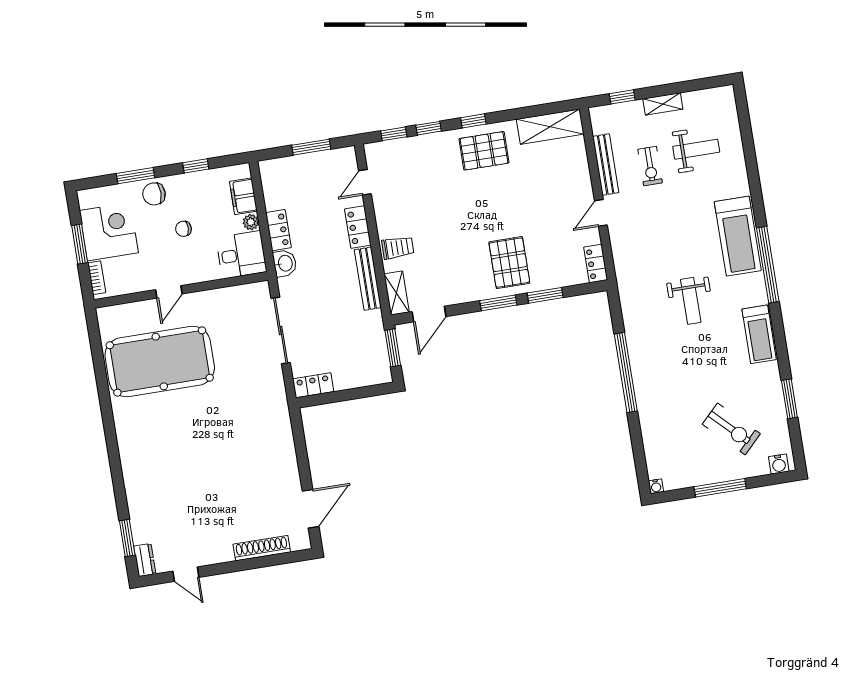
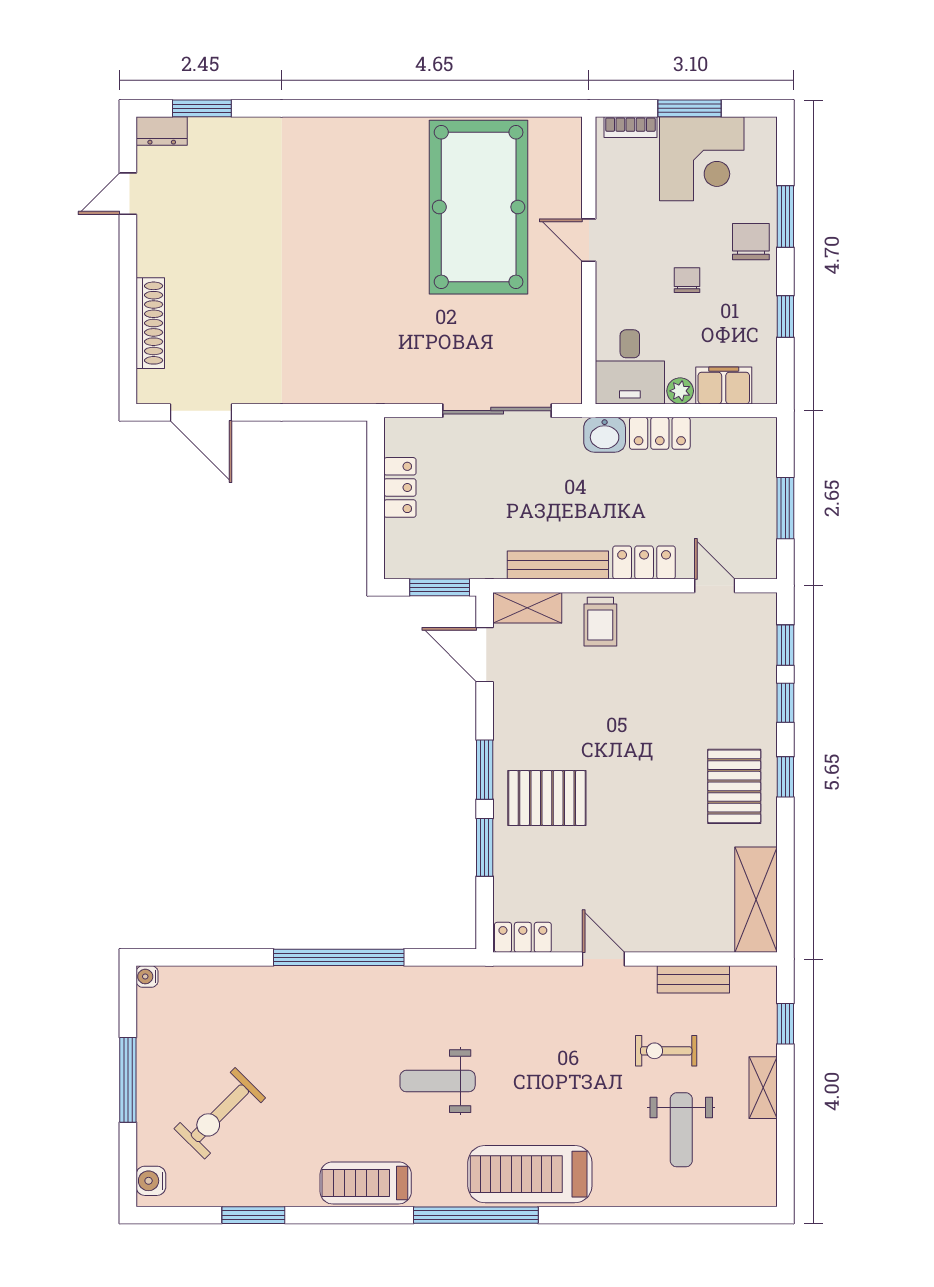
bench: (606, 165) -> (693, 979), width x0.73
locker: (313, 385) -> (400, 487), moved

